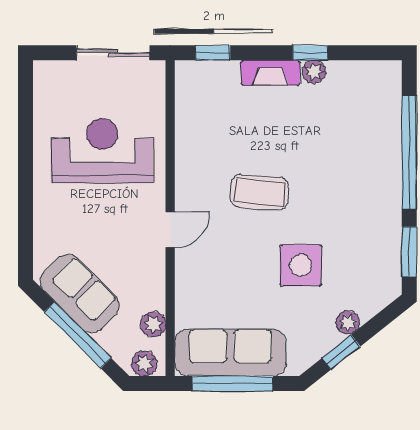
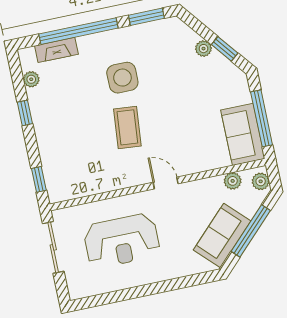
plant: (314, 72) -> (31, 79), moved
fireplace: (271, 73) -> (56, 50), moved, turned 90
reception desk: (102, 151) -> (122, 241), turned -90
side table: (301, 265) -> (122, 78), moved
sofa: (230, 352) -> (243, 134), width x0.73

